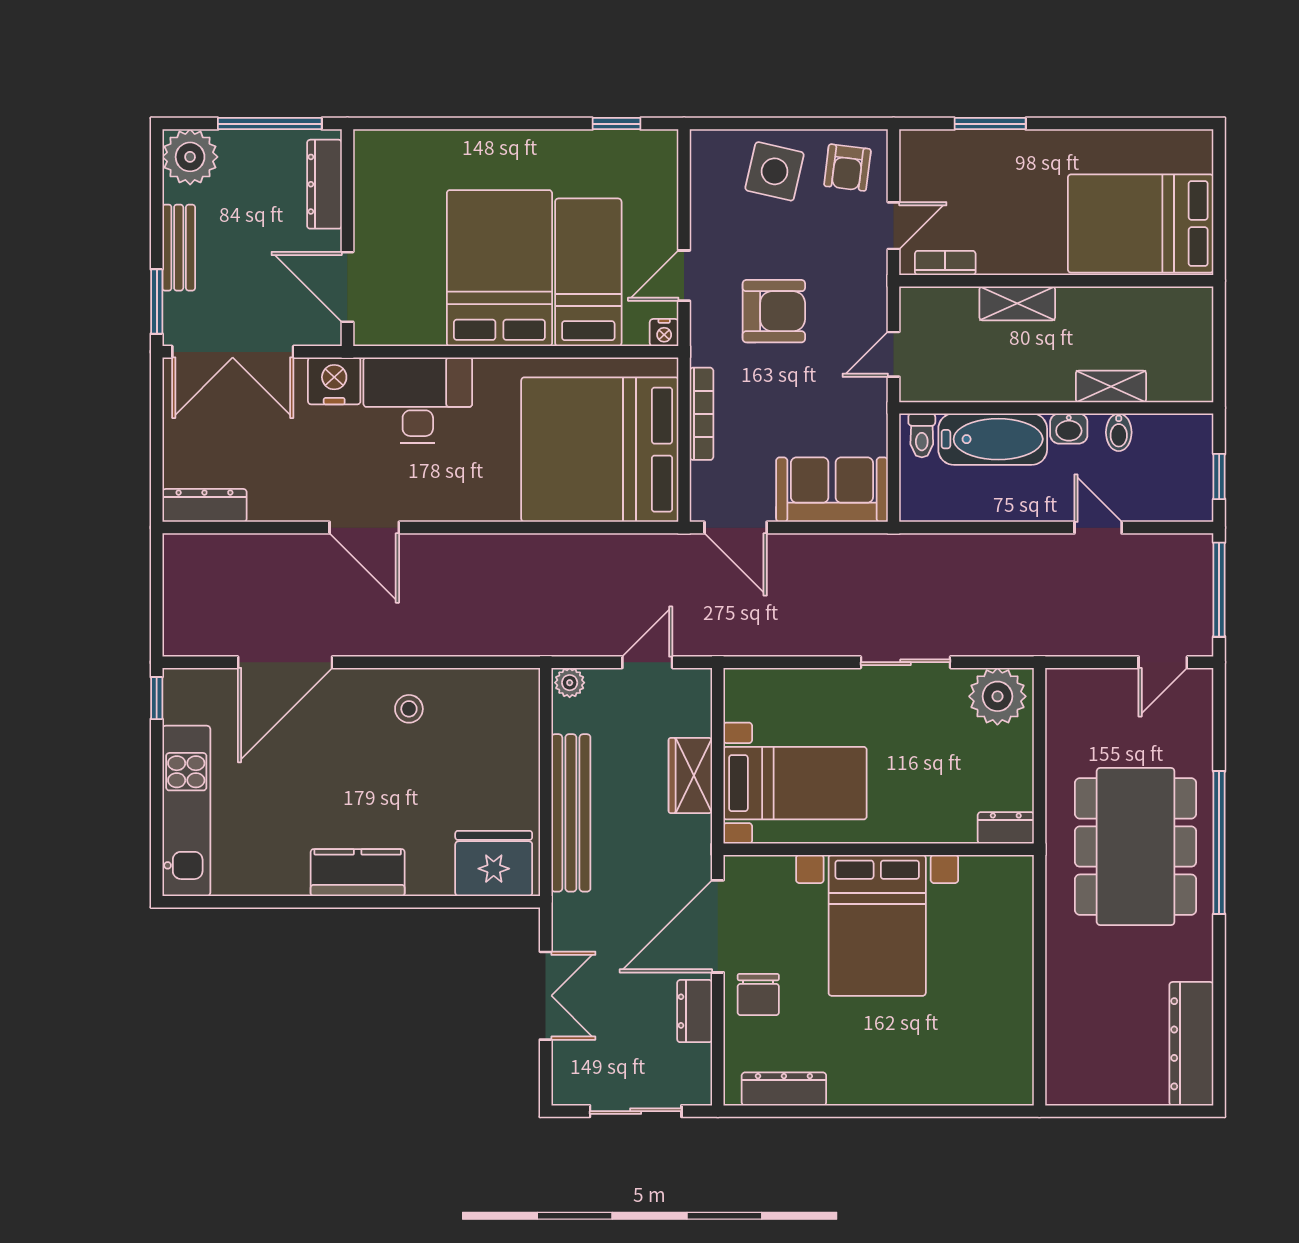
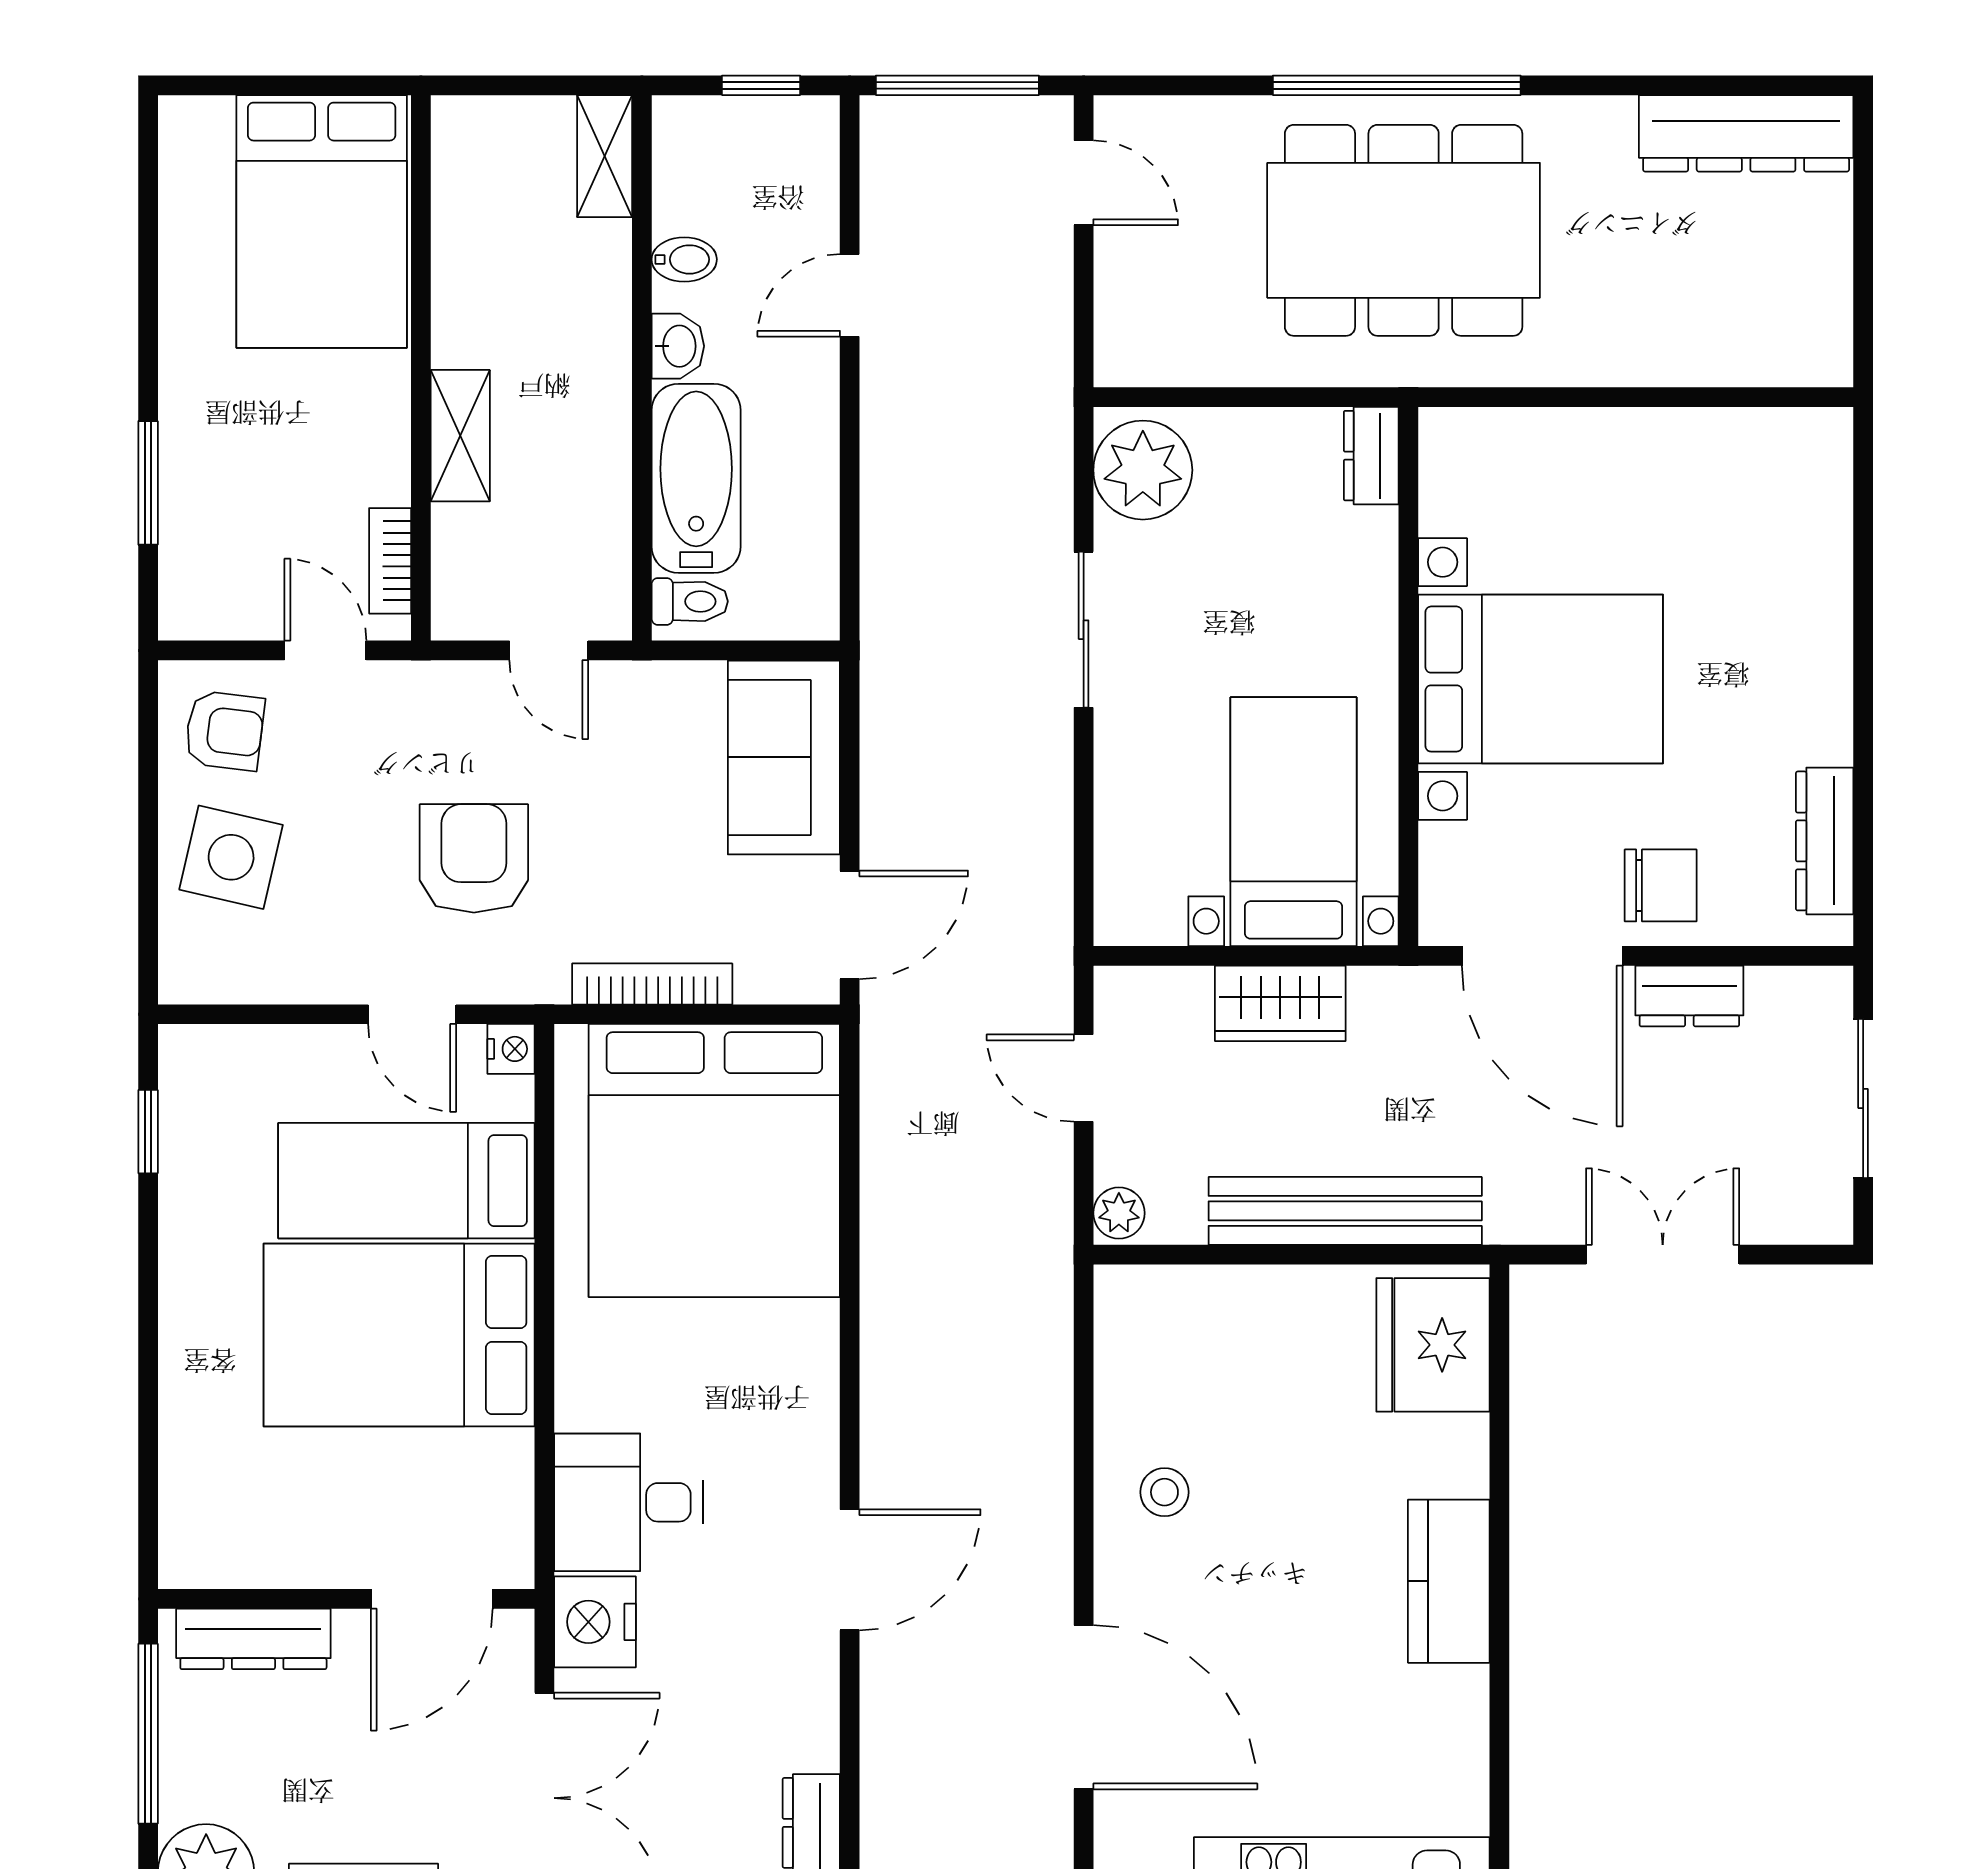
shelving: (1111, 386) -> (605, 156), moved
desk: (418, 400) -> (628, 1502), width x0.73

